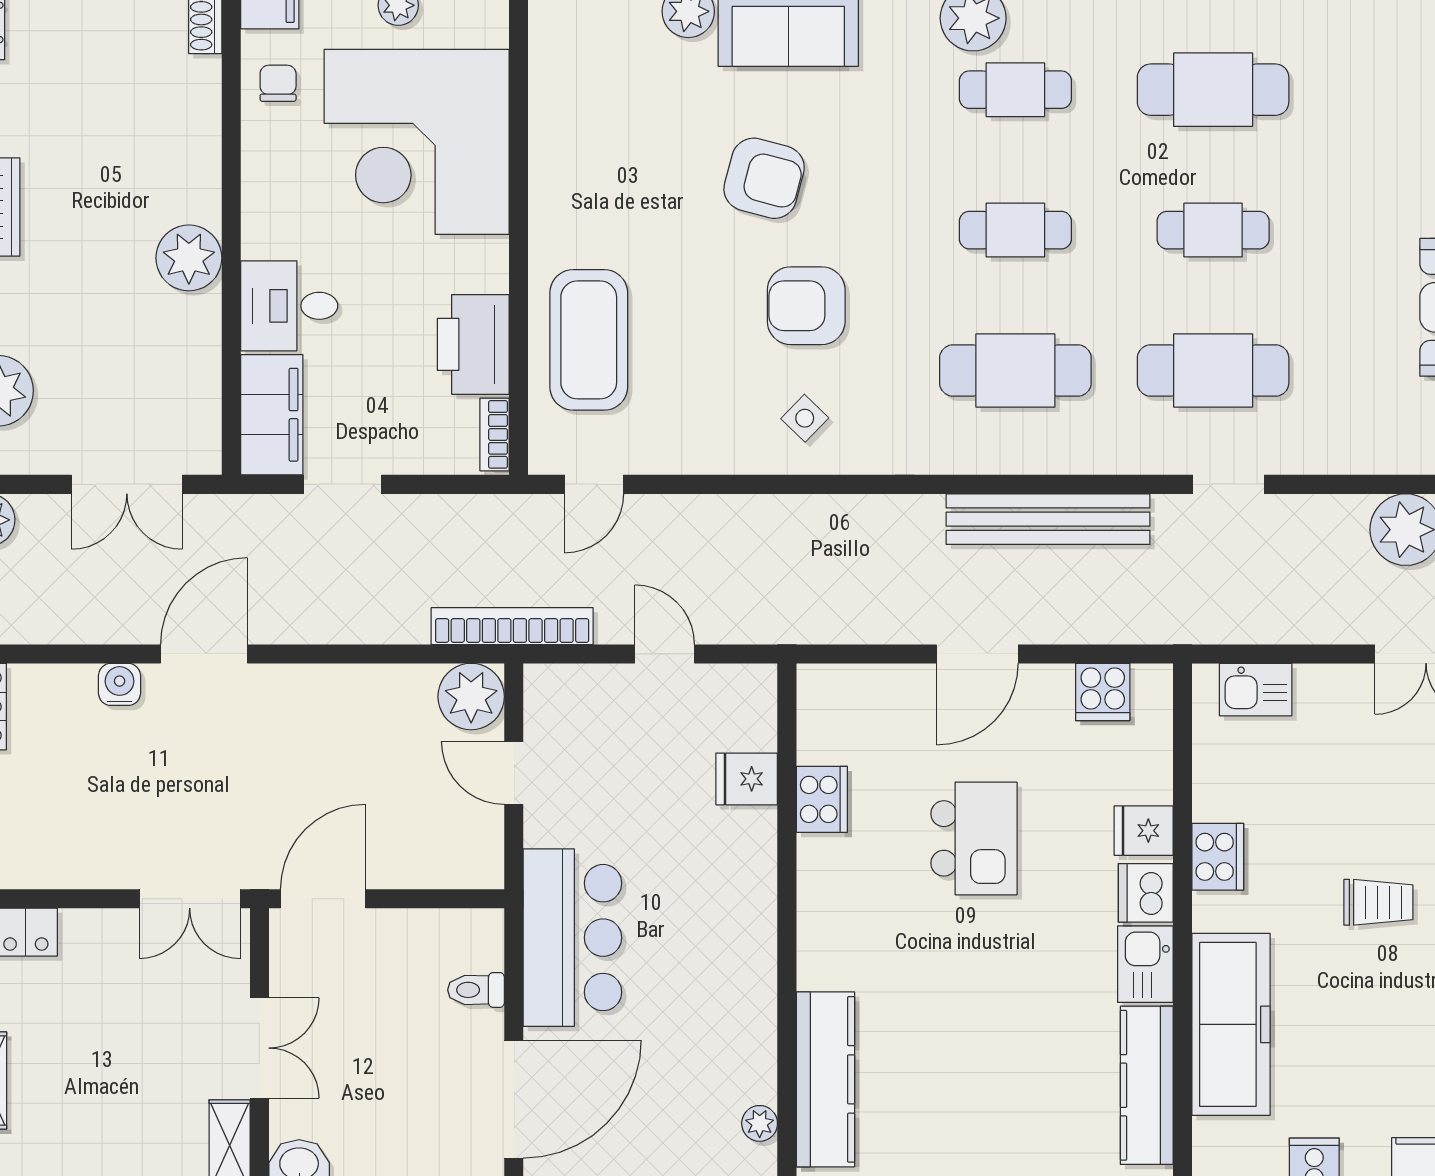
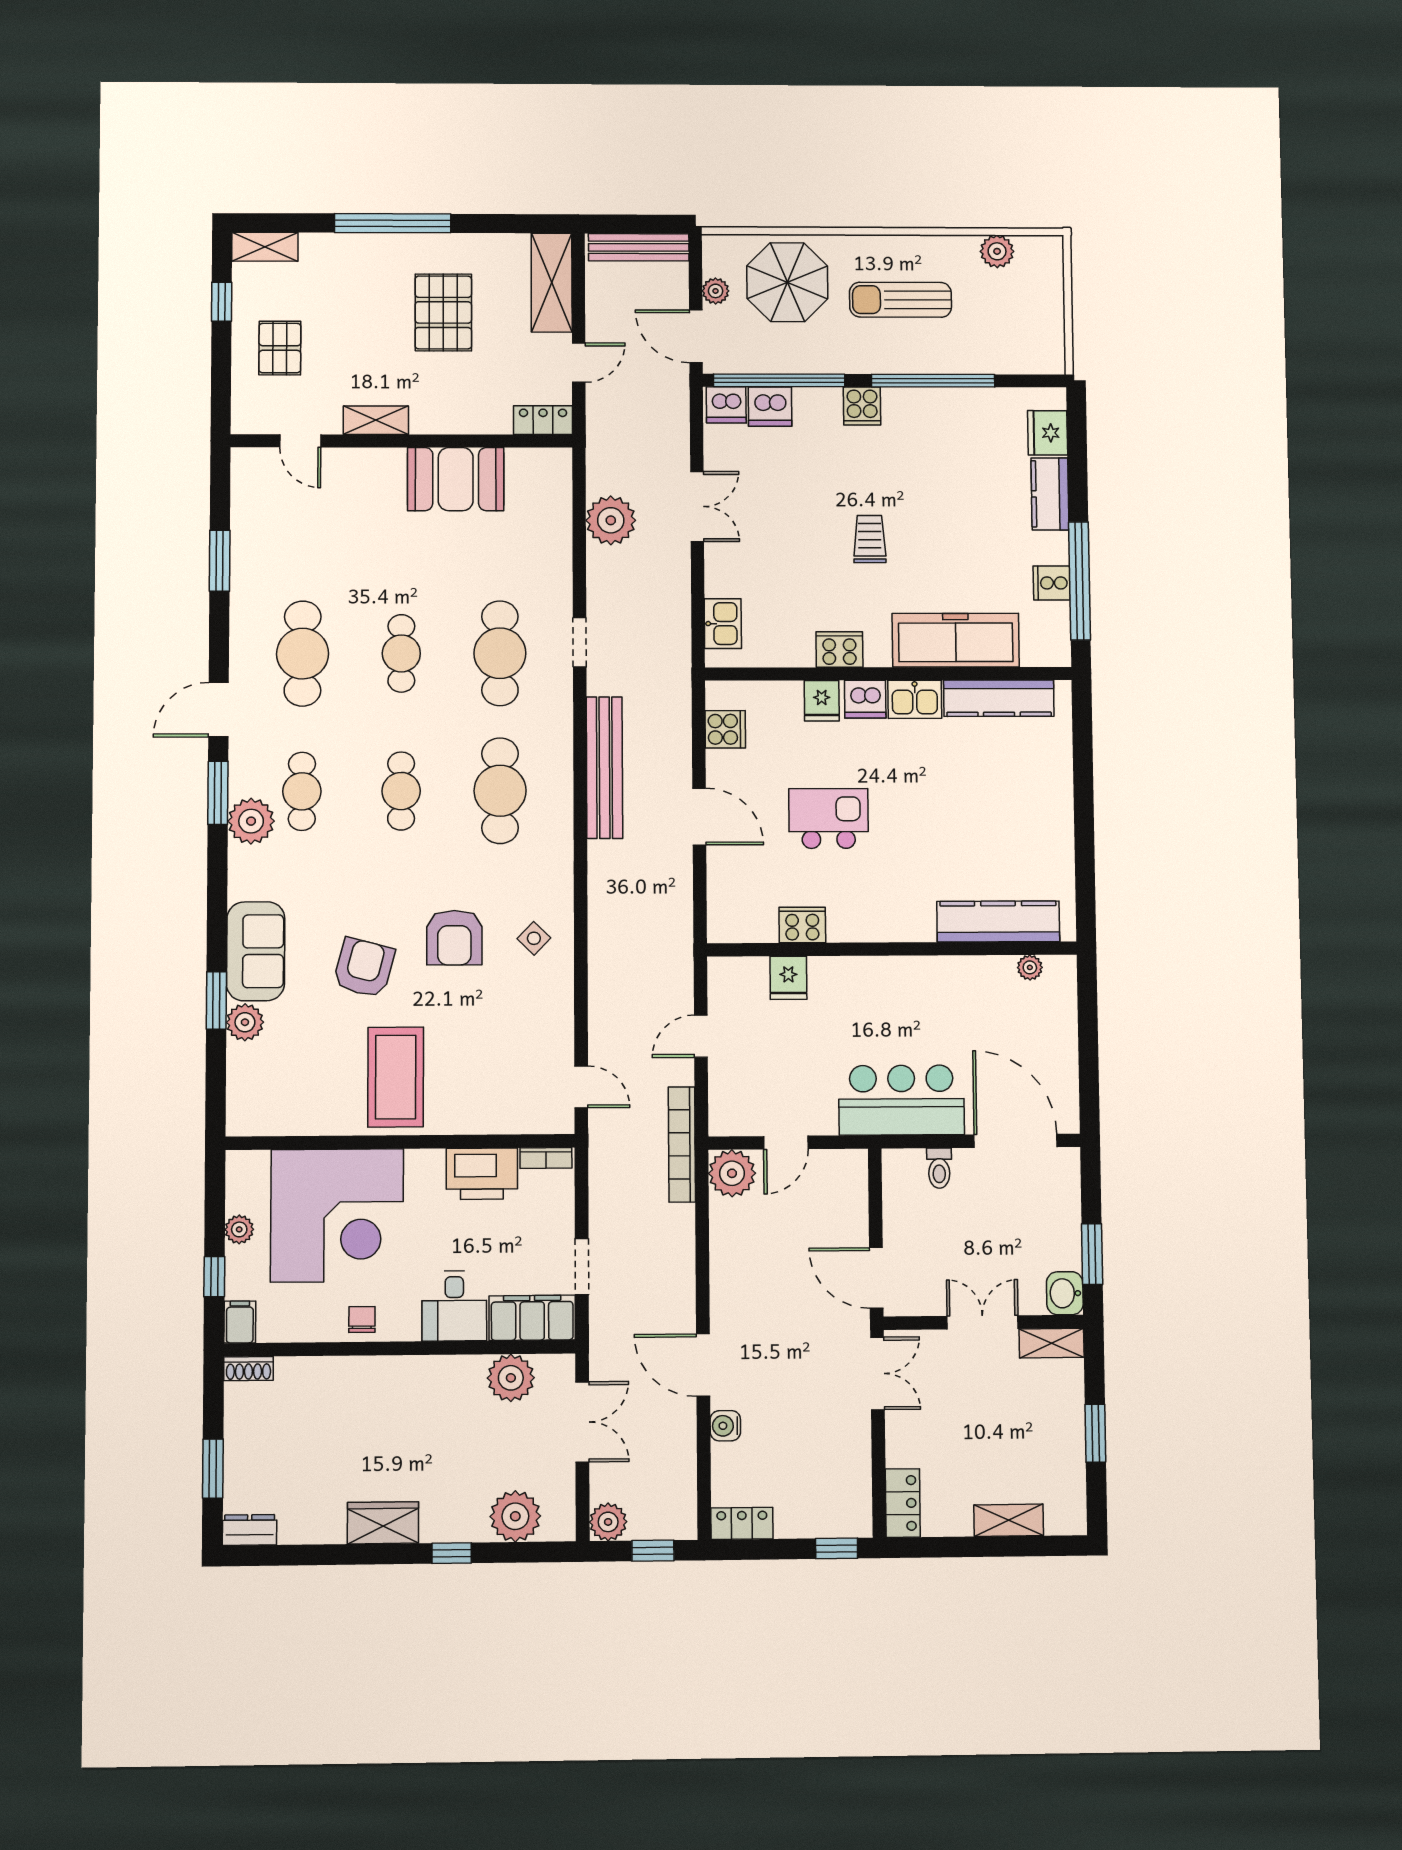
chair: (278, 83) -> (362, 1319), moved, turned 90
plant: (189, 258) -> (511, 1378), moved
coffee table: (589, 340) -> (396, 1077), moved, turned 90

